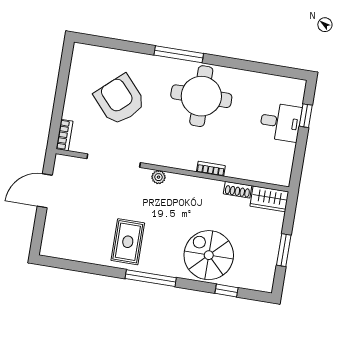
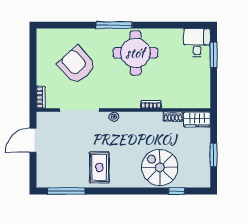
window: (306, 116) -> (214, 55), width x1.50
desk: (281, 122) -> (197, 43), moved, turned -90
window: (151, 278) -> (66, 191), moved

